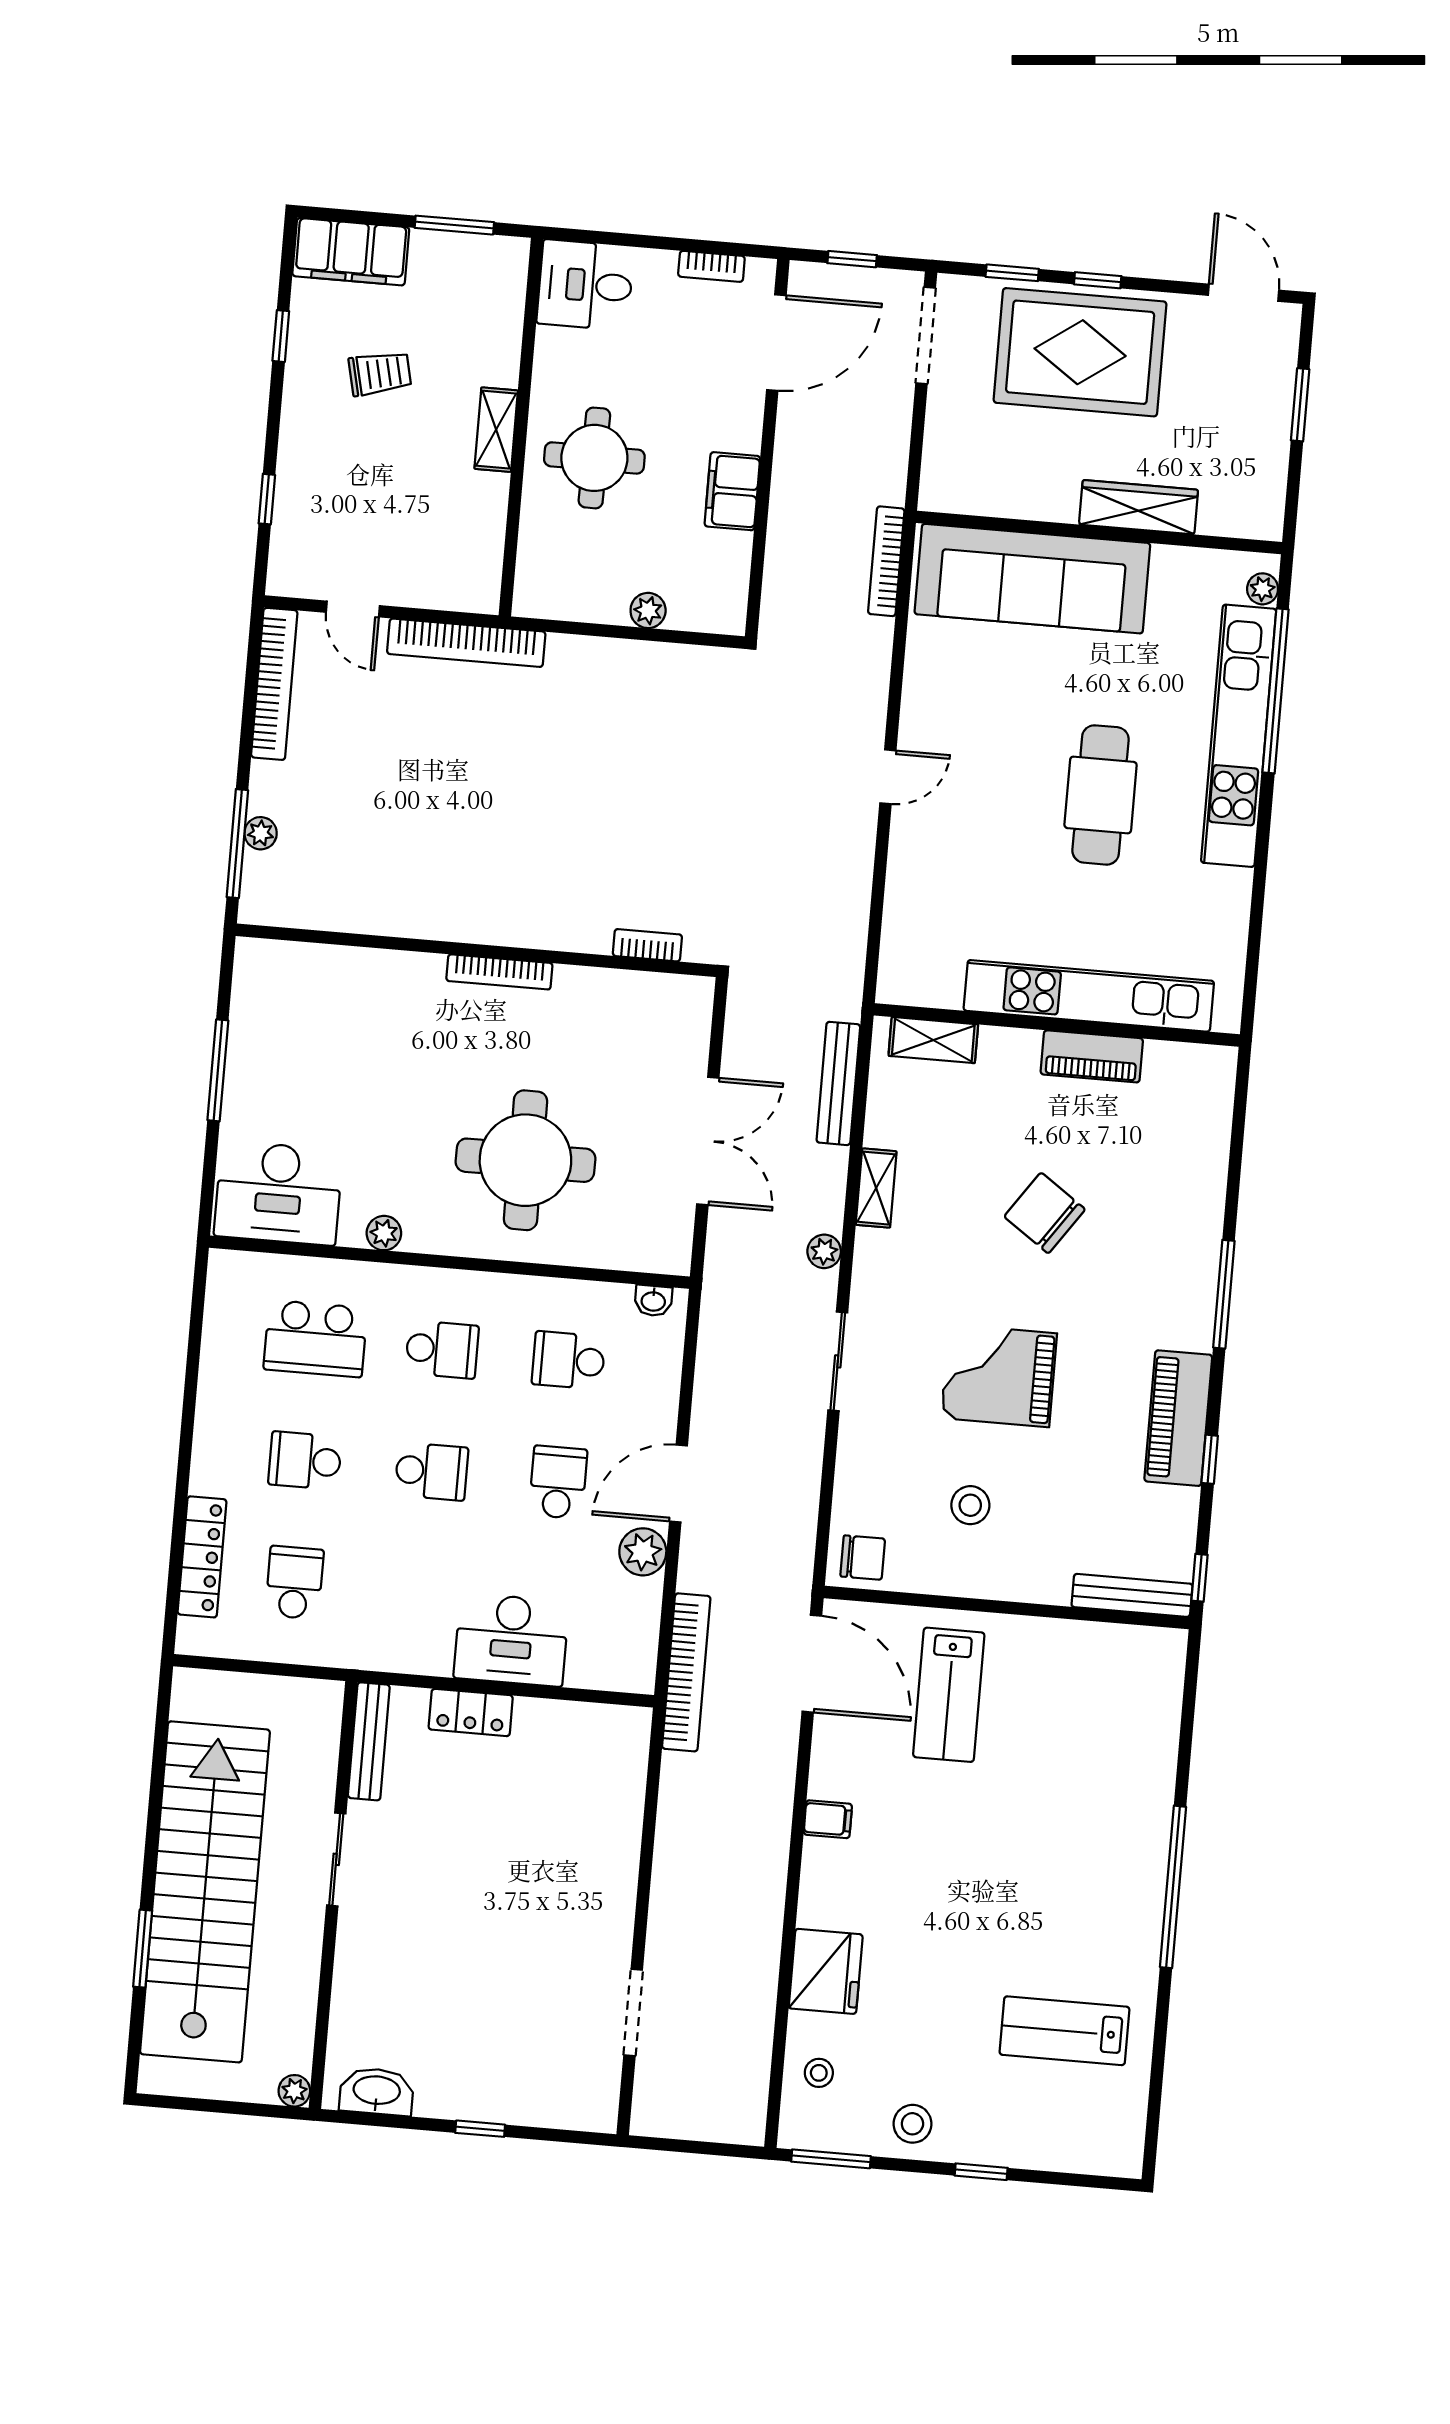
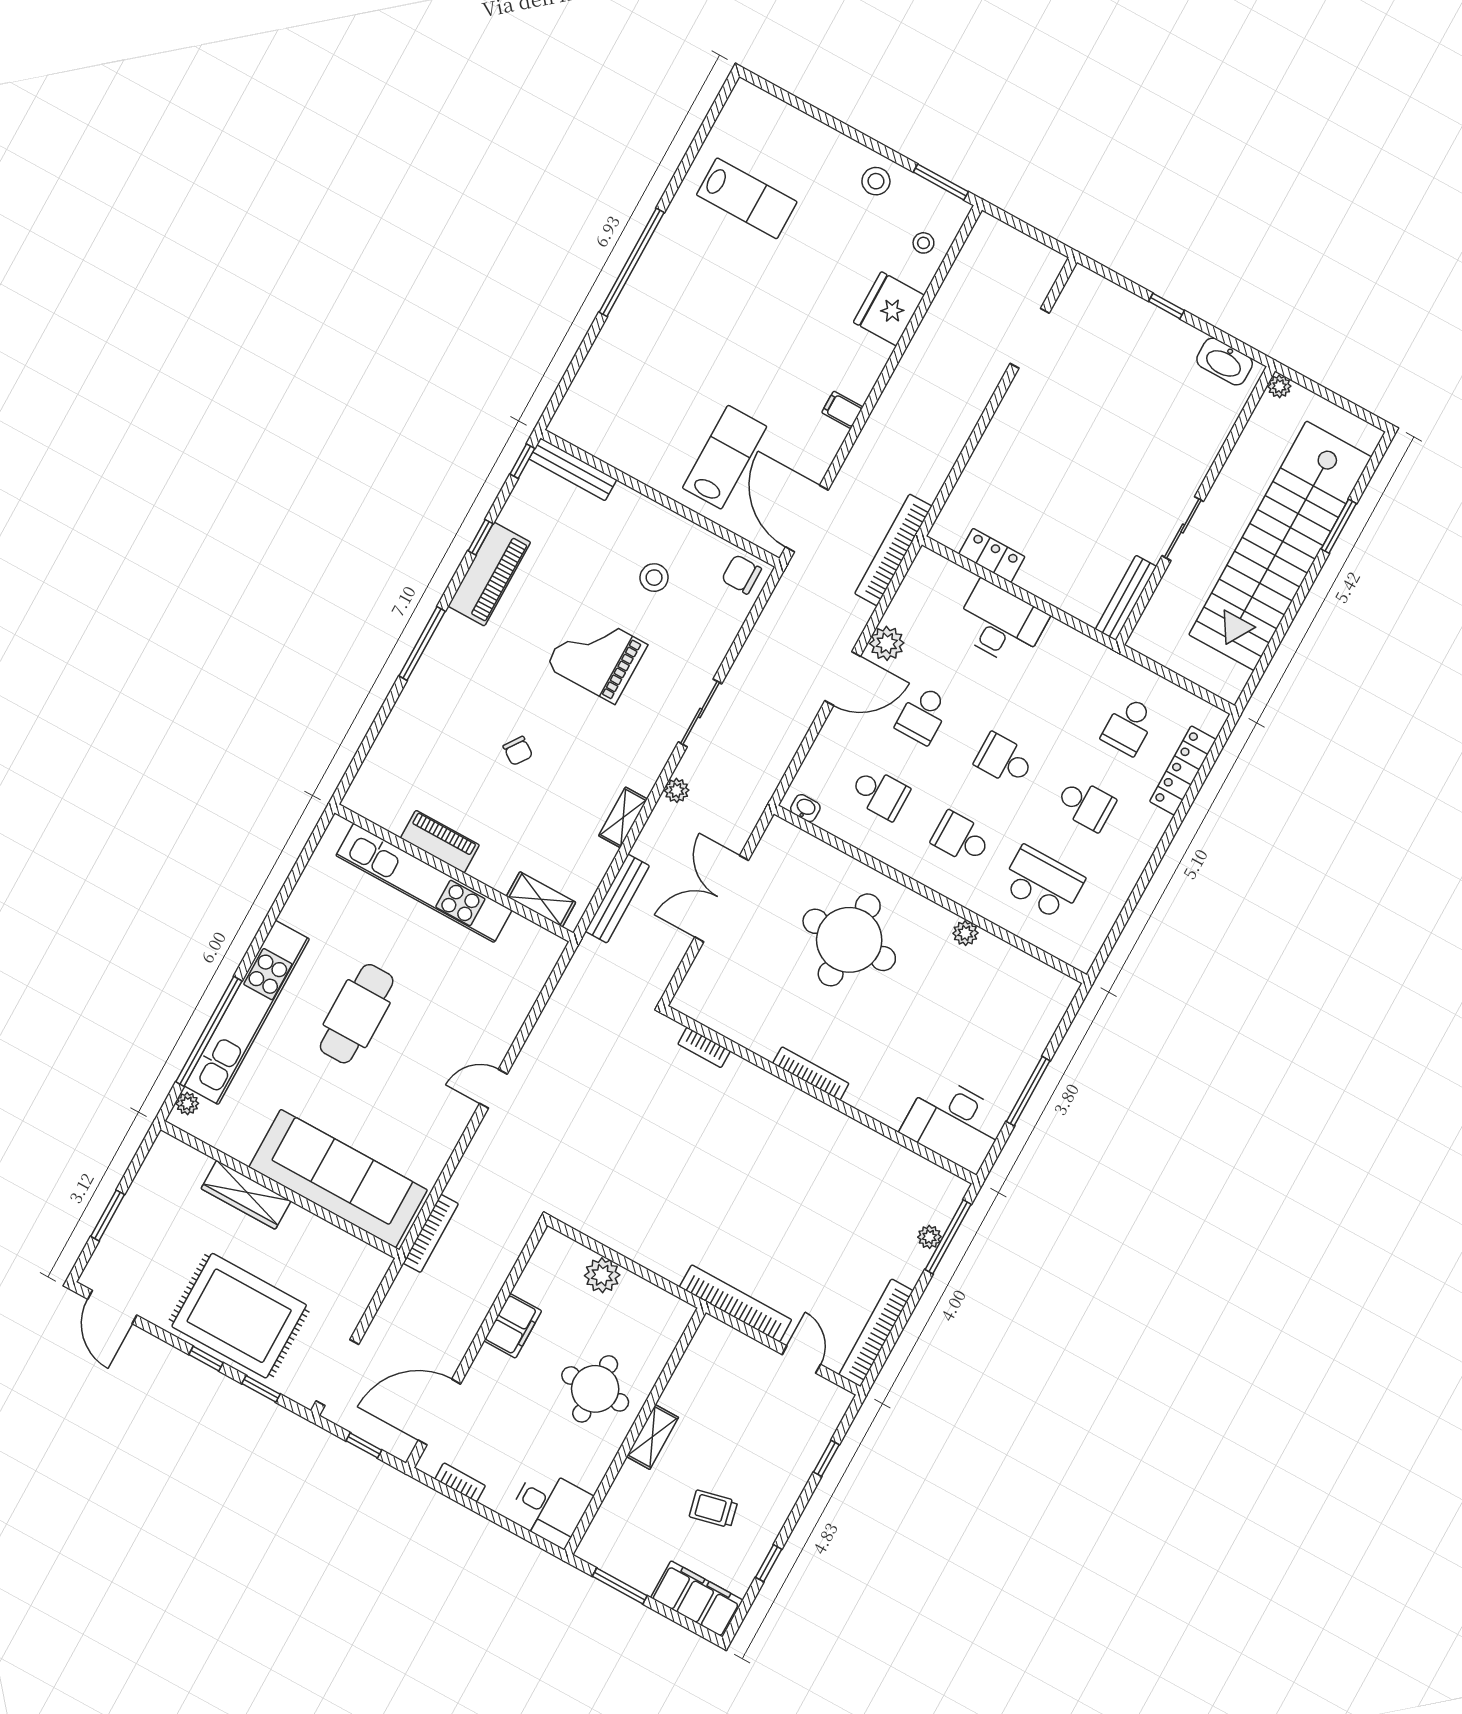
plant: (648, 610) -> (602, 1275), width x1.38, depth x1.38
desk: (278, 1193) -> (954, 1123), moved, turned 180
chair: (1045, 1213) -> (518, 751), width x0.54, depth x0.54
grand piano: (999, 1376) -> (597, 656), turned 180
locker: (471, 1712) -> (992, 555), moved
window: (981, 2172) -> (844, 129), removed

